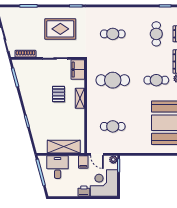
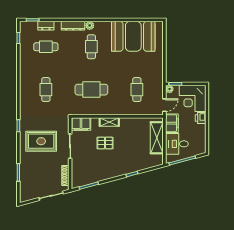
rug: (60, 29) -> (41, 141), turned 90
cafe table: (113, 80) -> (91, 90), turned 90
filing cabinet: (83, 162) -> (172, 123), width x2.00

